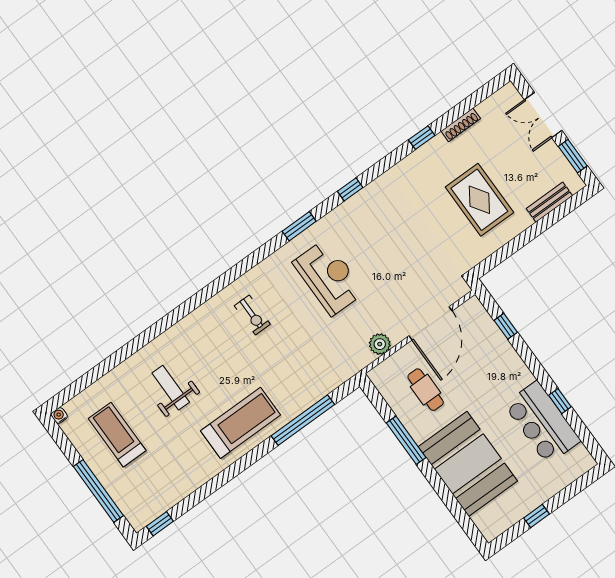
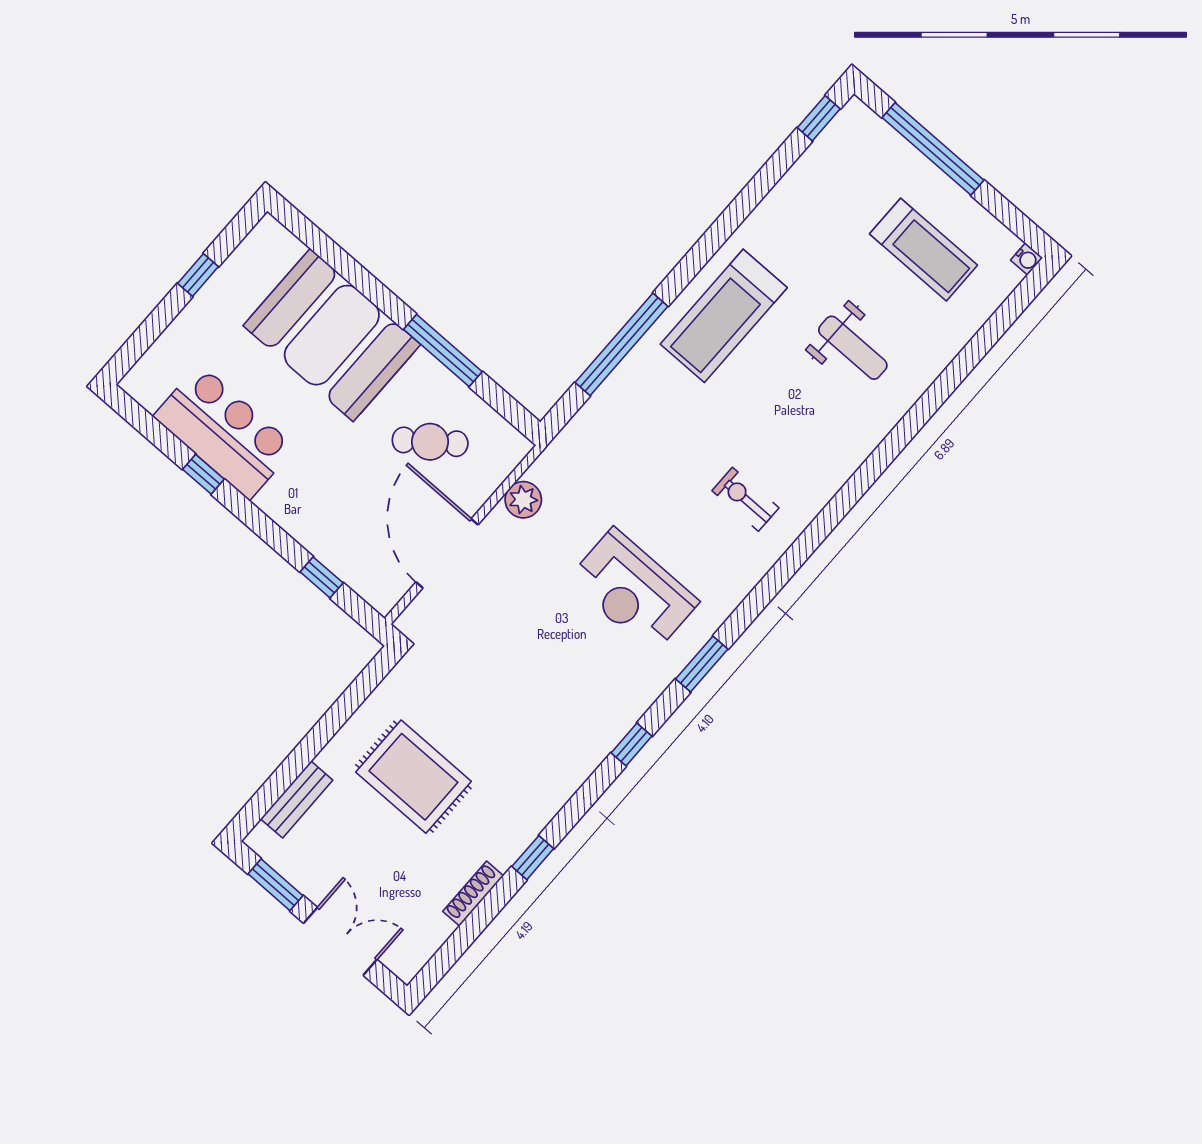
cafe table: (426, 390) -> (430, 442), turned -37

